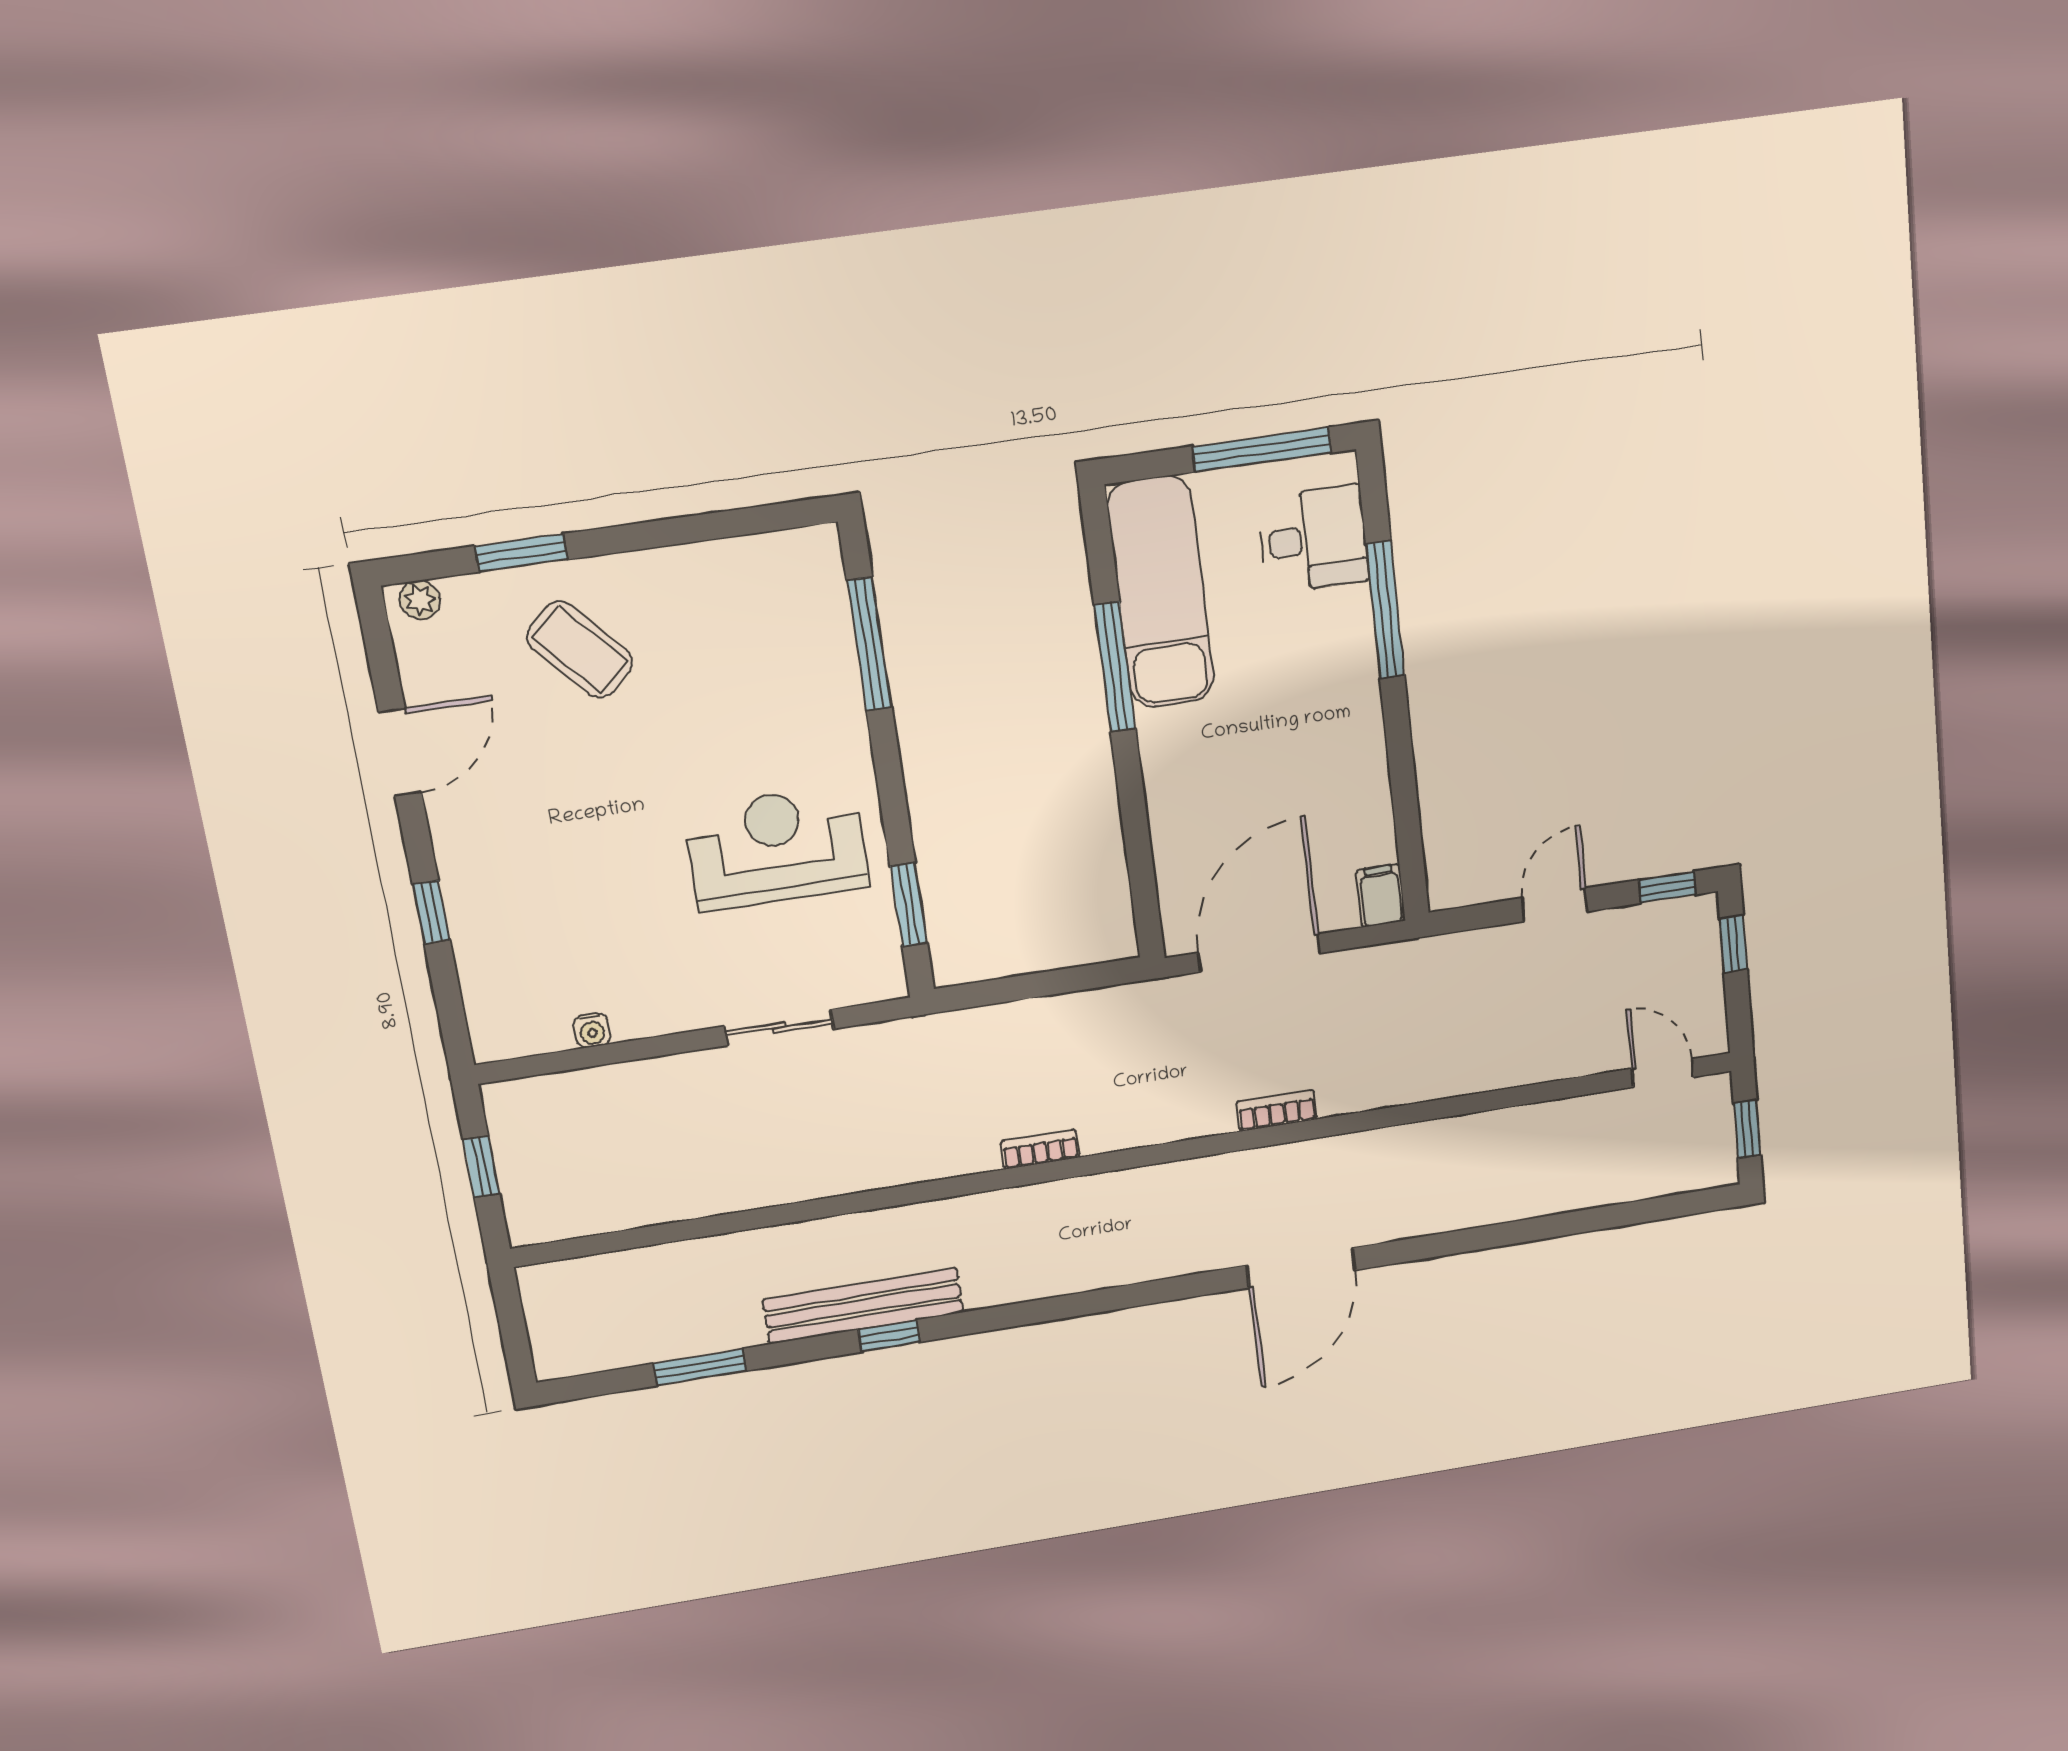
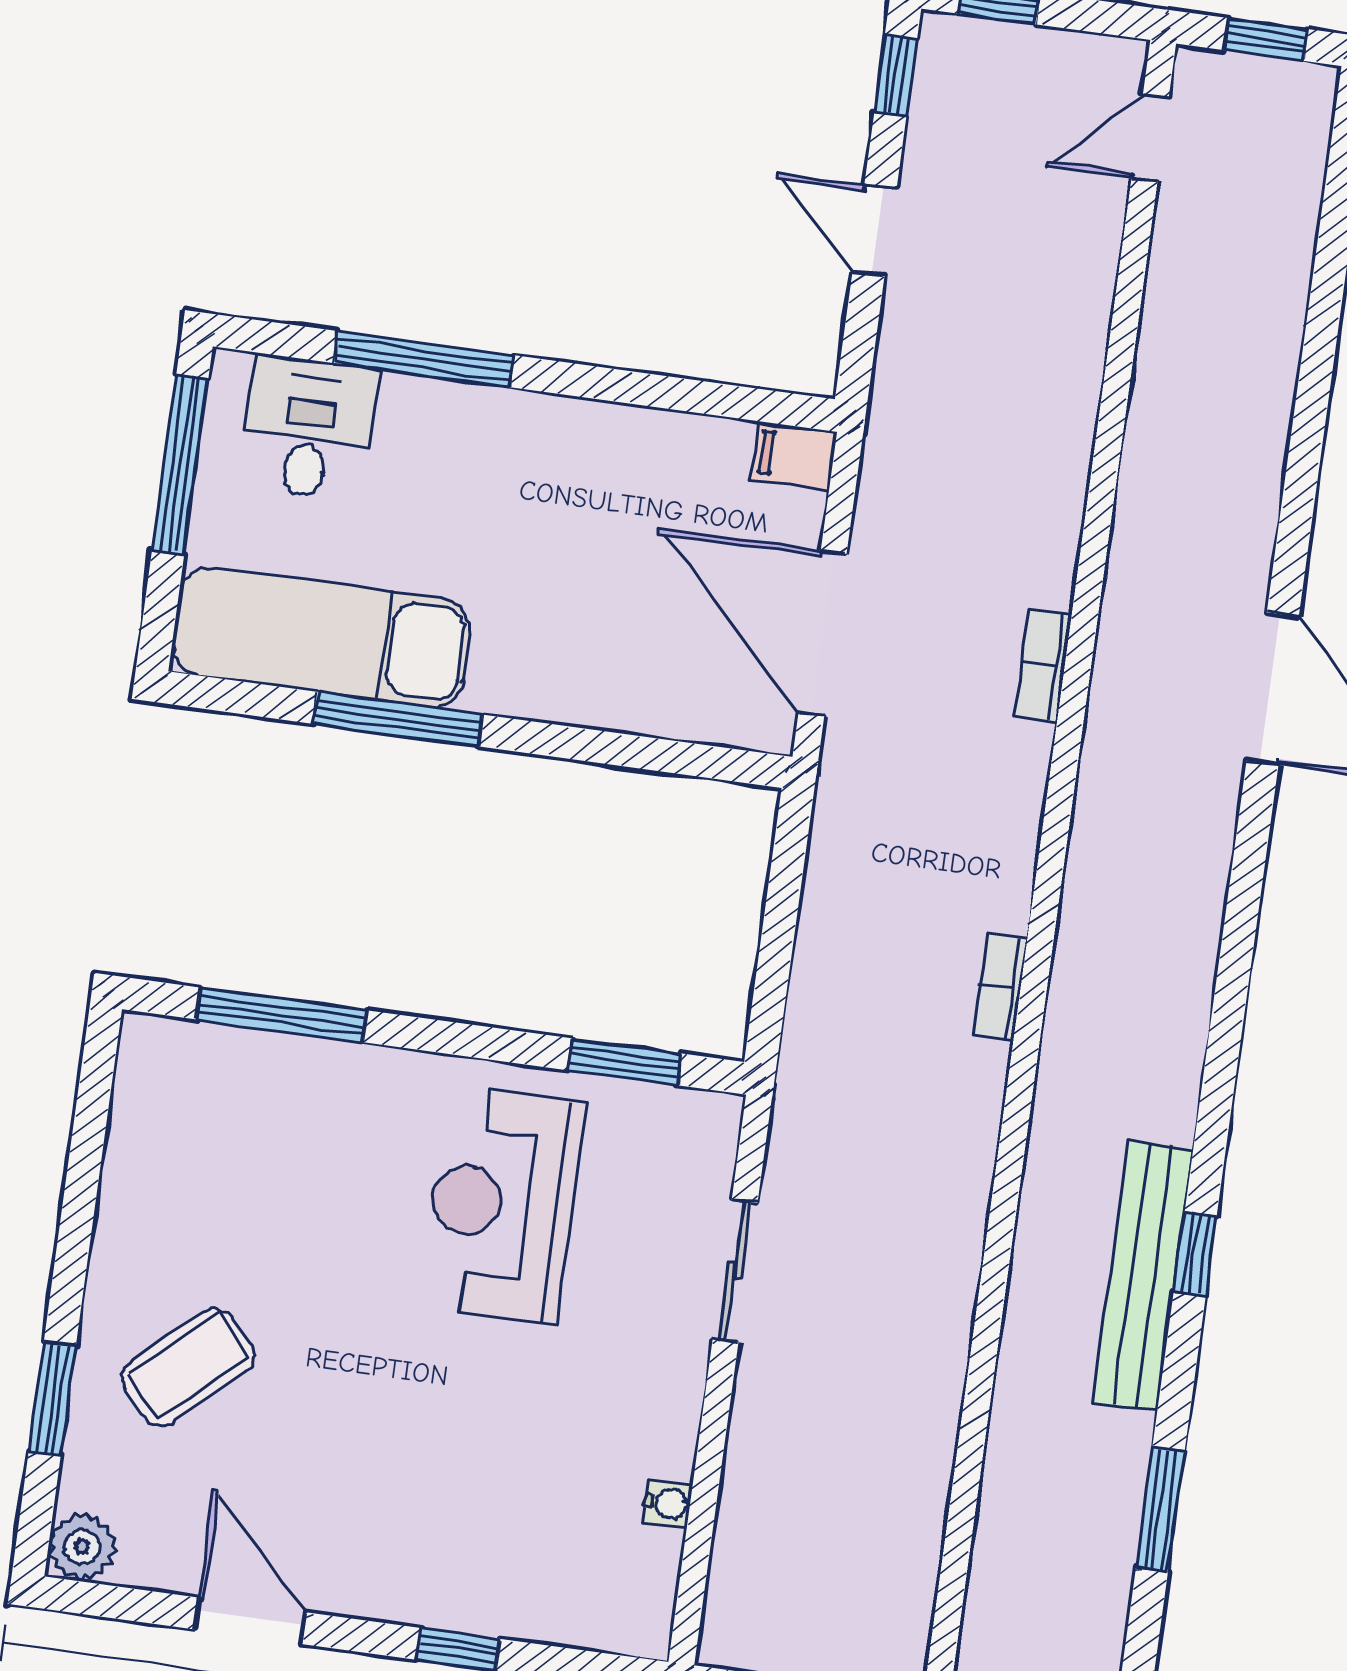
plant: (420, 600) -> (82, 1547), width x1.38, depth x1.38

